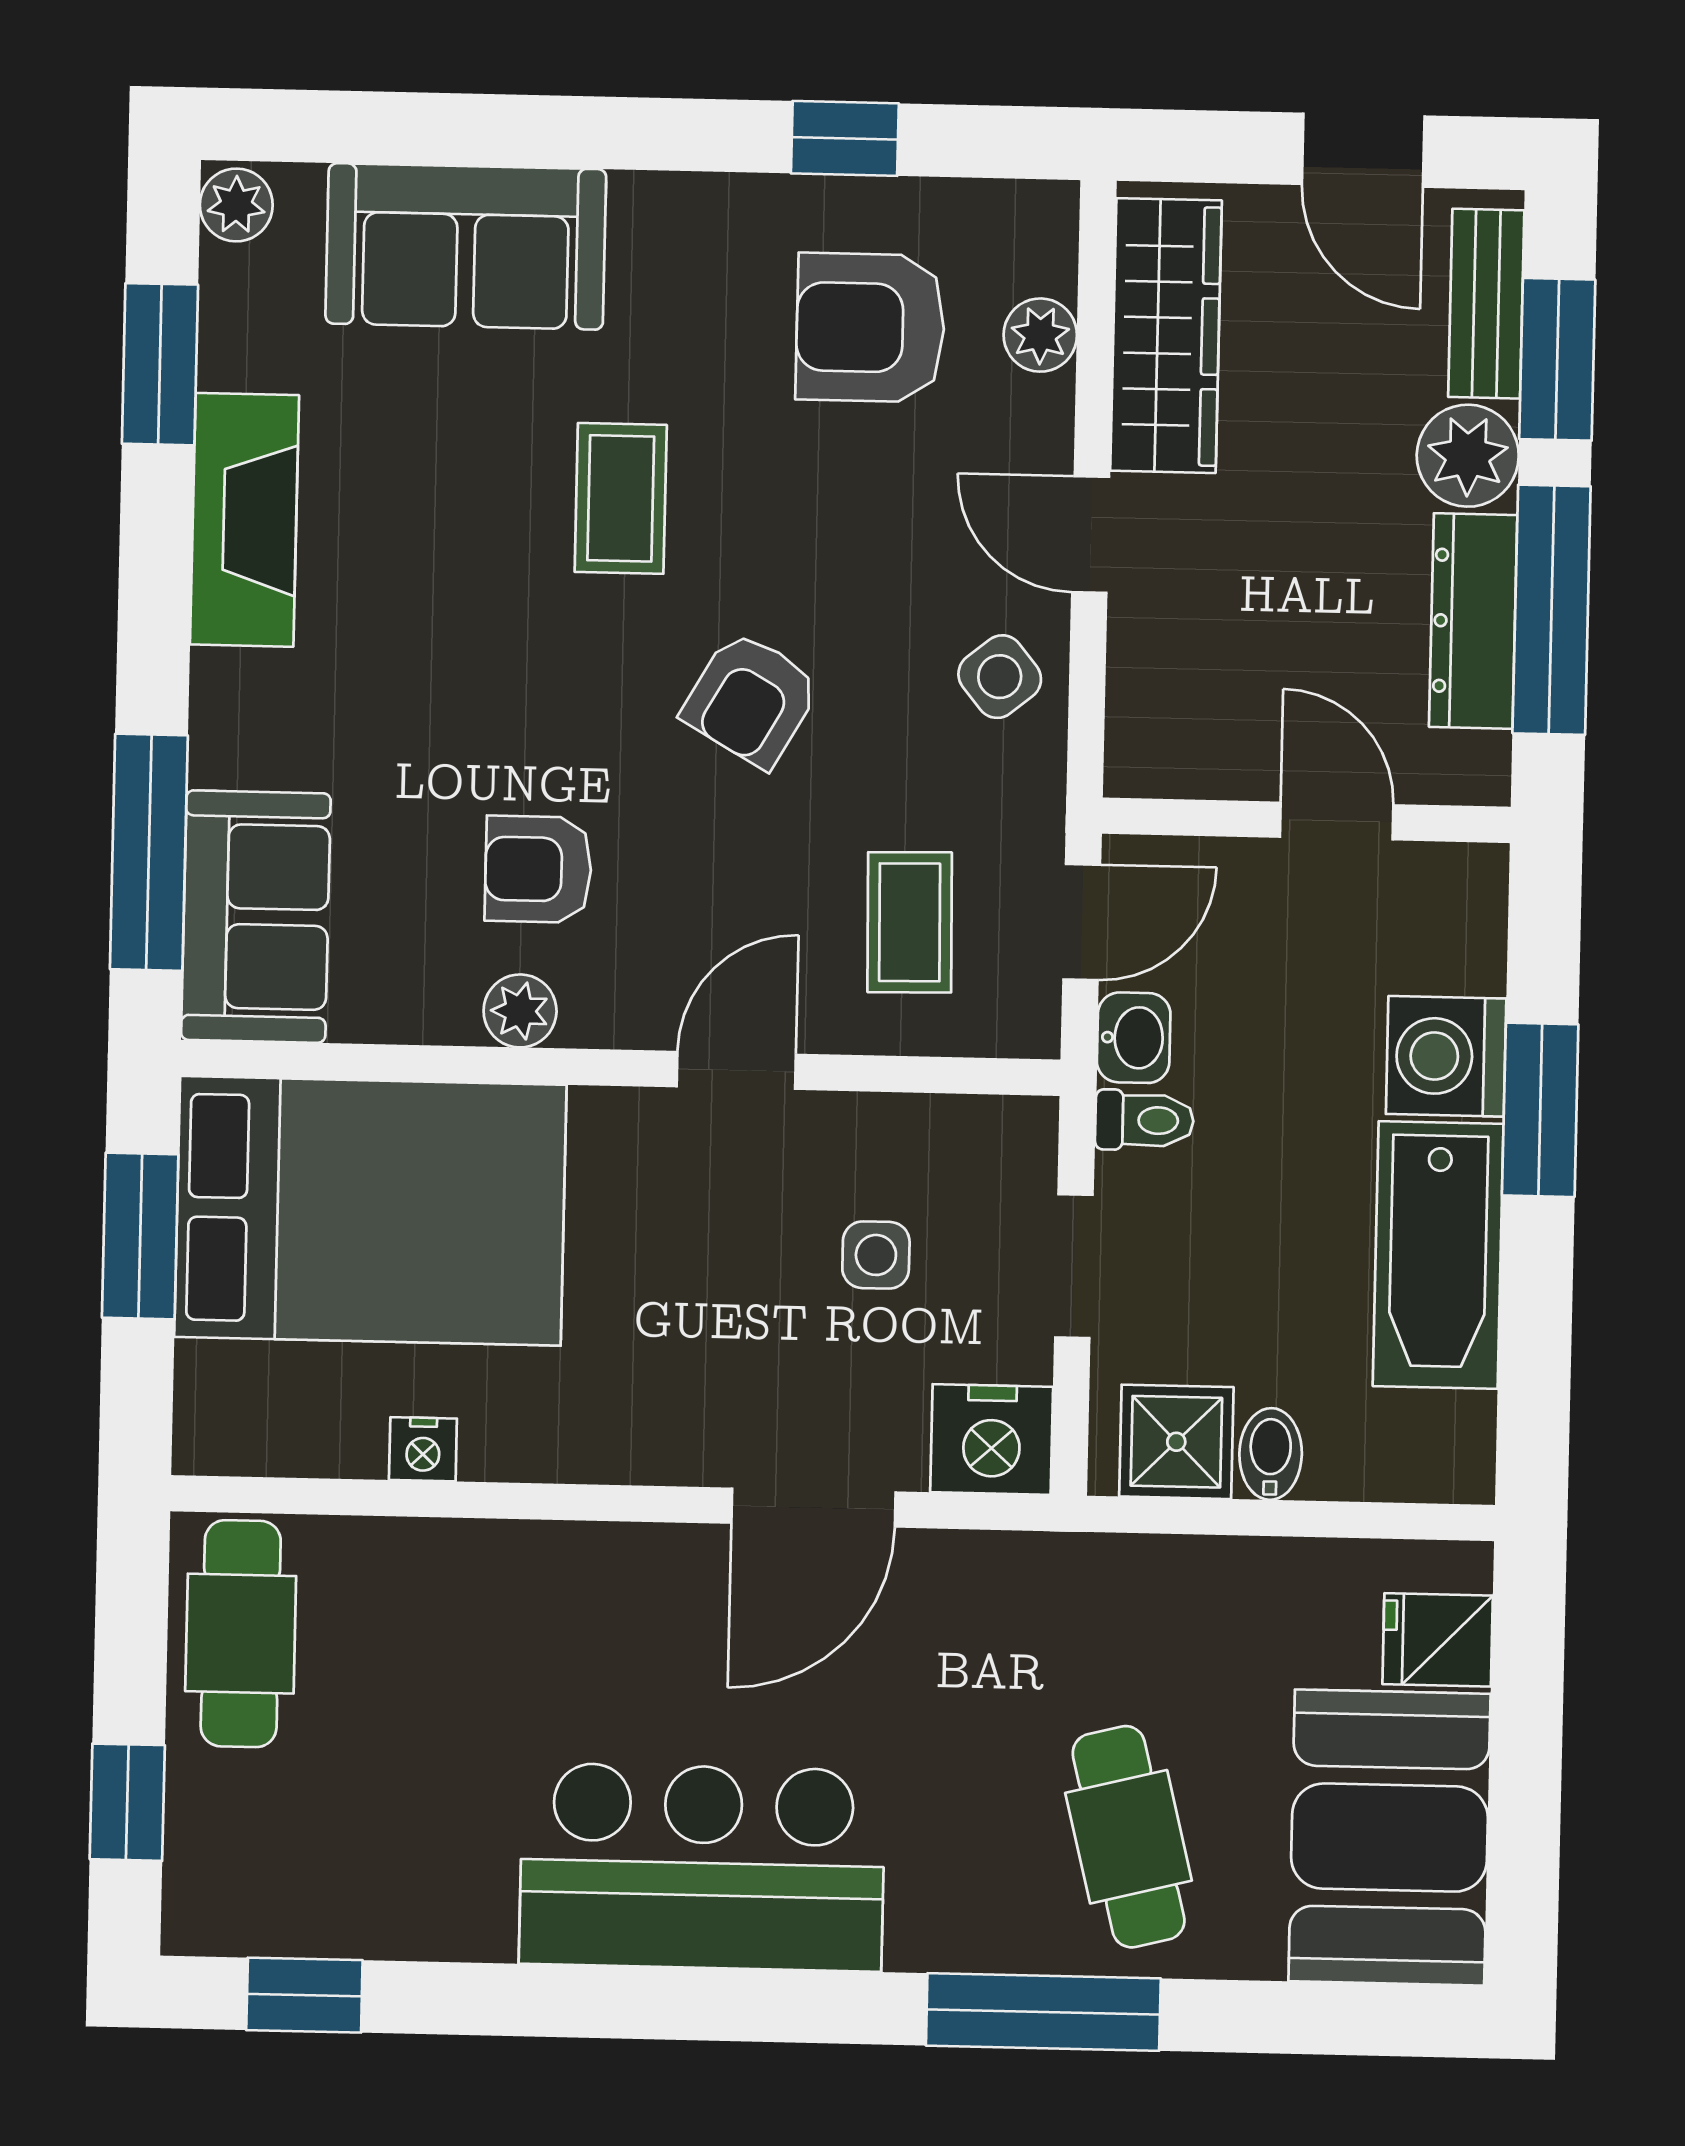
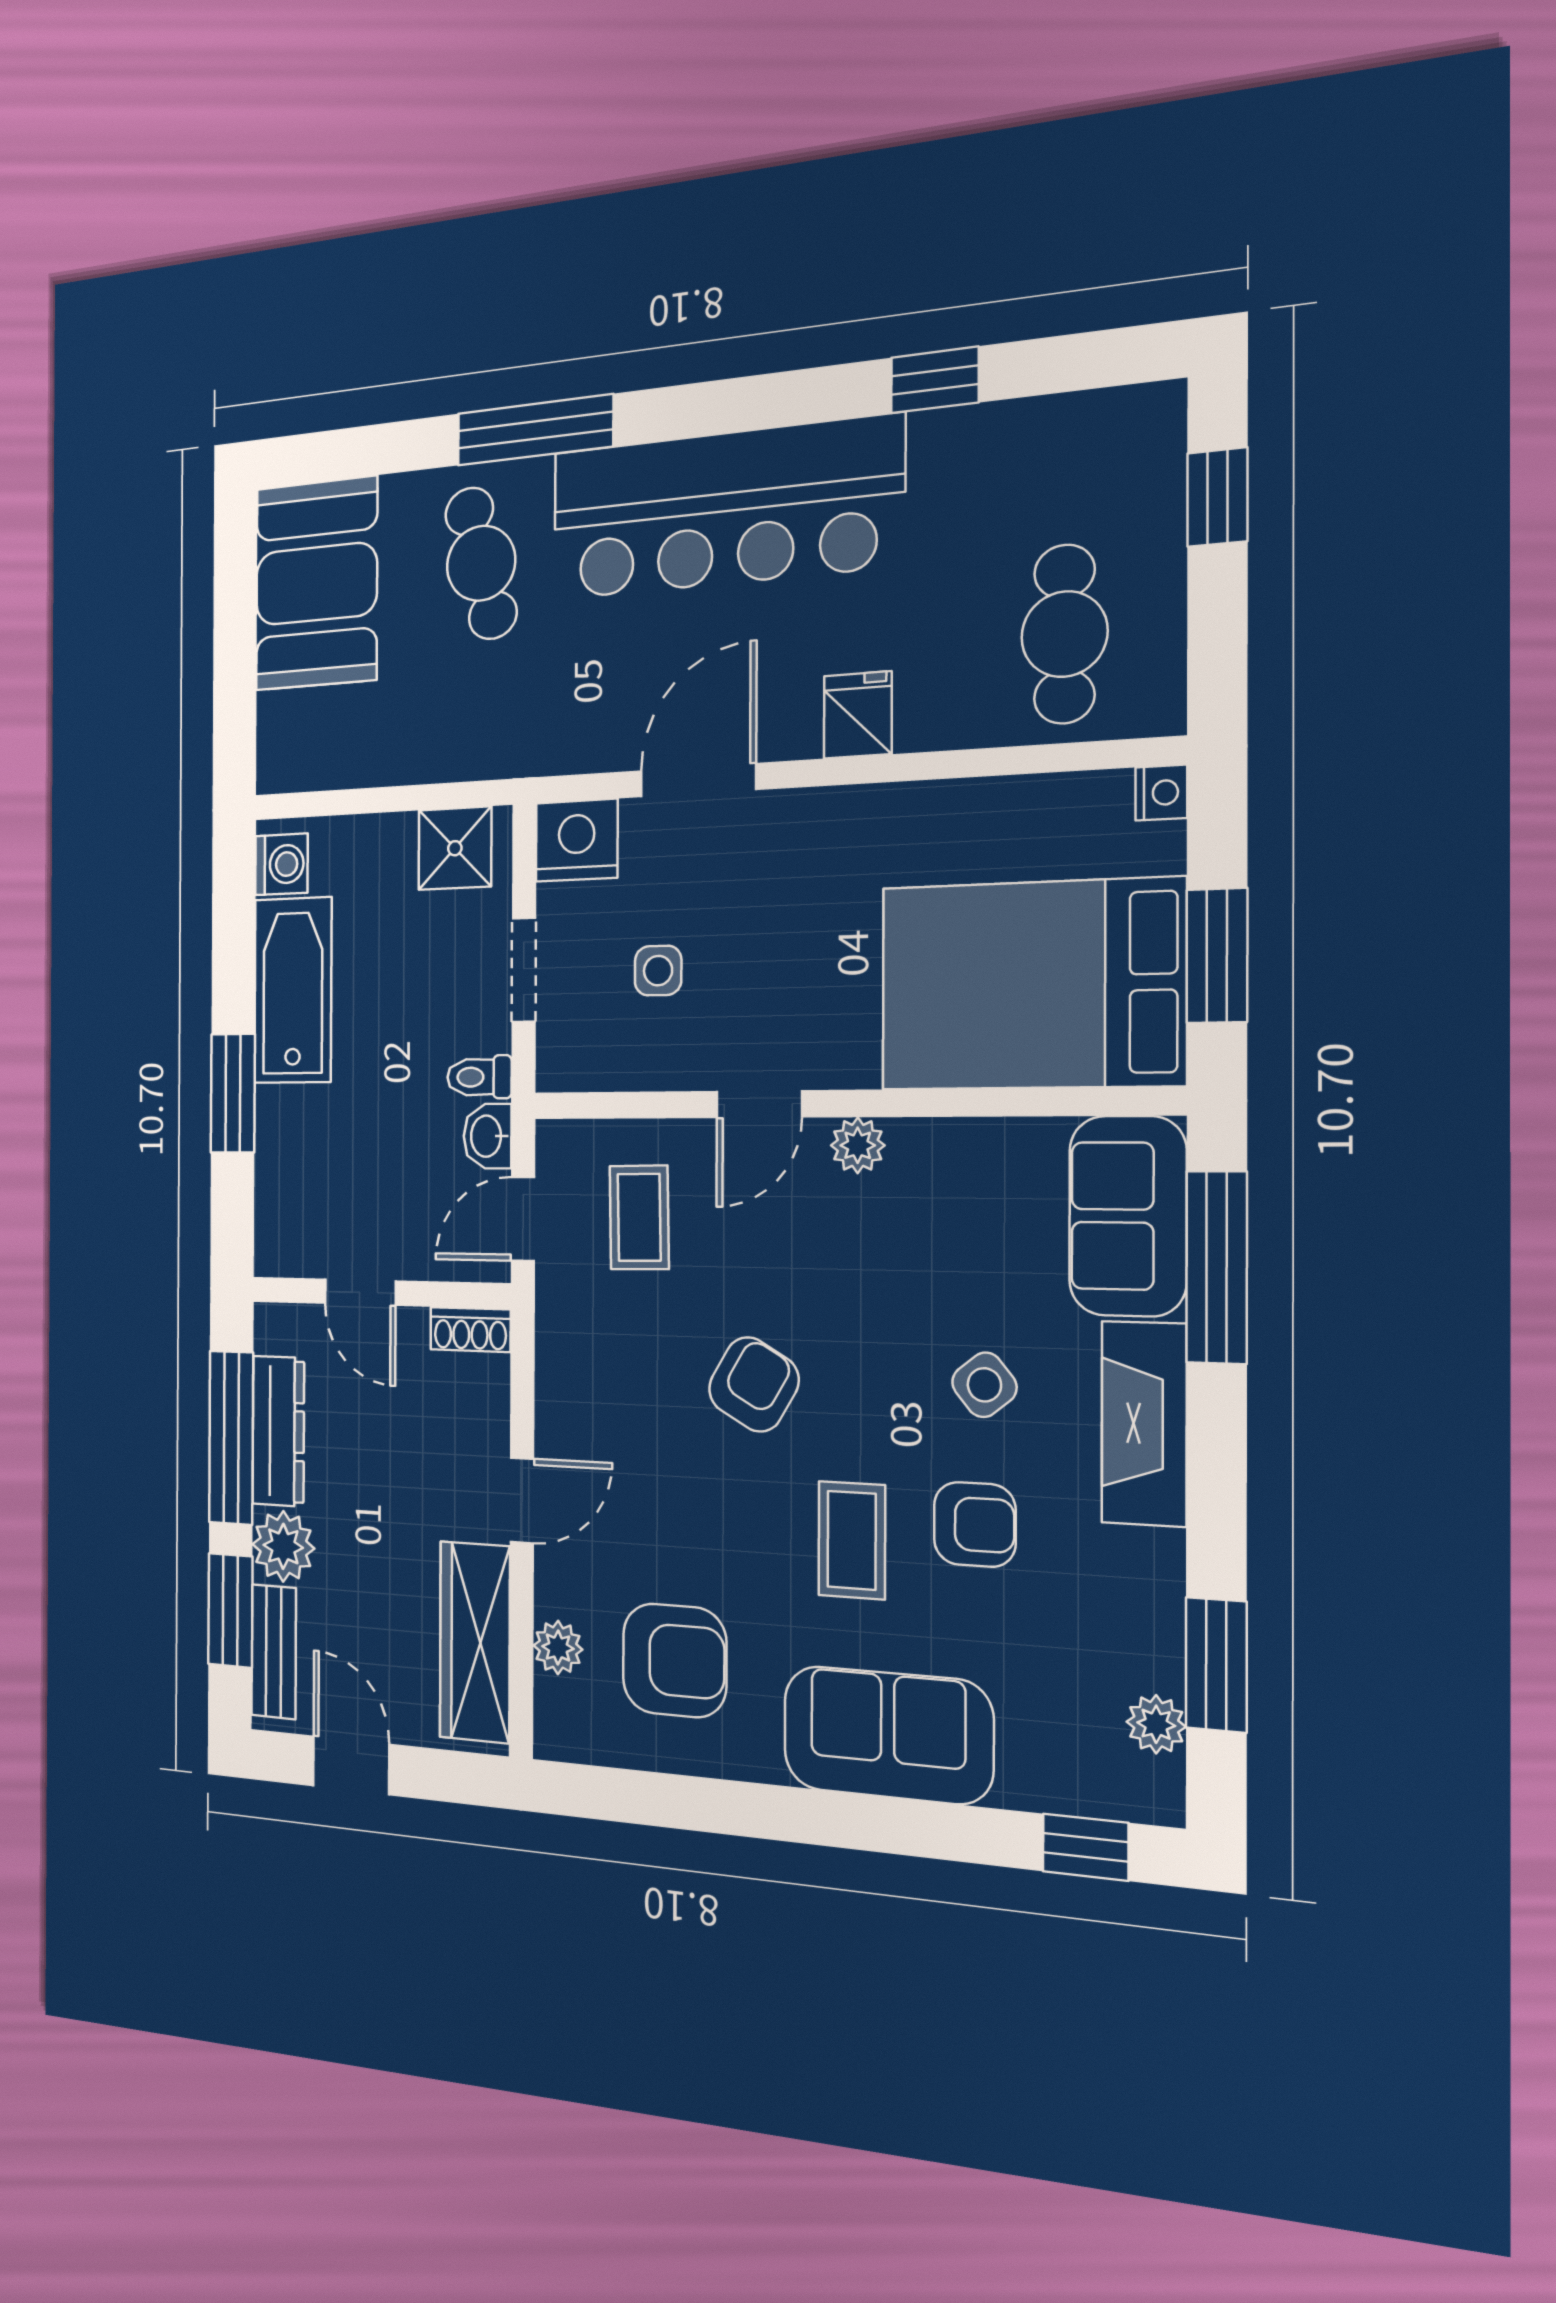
window: (845, 138) -> (1085, 1847), moved
plant: (236, 205) -> (1156, 1724), moved
sofa: (466, 246) -> (888, 1735), moved
fireplace: (244, 520) -> (1144, 1424), moved
door: (1091, 534) -> (522, 1500), hinge flipped
side table: (1000, 677) -> (984, 1385), moved
shoe rack: (1165, 769) -> (470, 1330), added
armchair: (538, 869) -> (975, 1524), moved
plant: (520, 1011) -> (858, 1145), moved
washing machine: (1446, 1056) -> (281, 864), moved, width x0.73, depth x0.73
nightstand: (423, 1449) -> (1161, 793), moved, turned 90
bidet: (1271, 1454) -> (395, 844), removed
cafe table: (241, 1634) -> (1064, 634), moved
fridge: (1438, 1640) -> (858, 715), moved, turned -90
bar counter: (702, 1867) -> (725, 508), width x1.36
window: (304, 1995) -> (935, 380), moved

